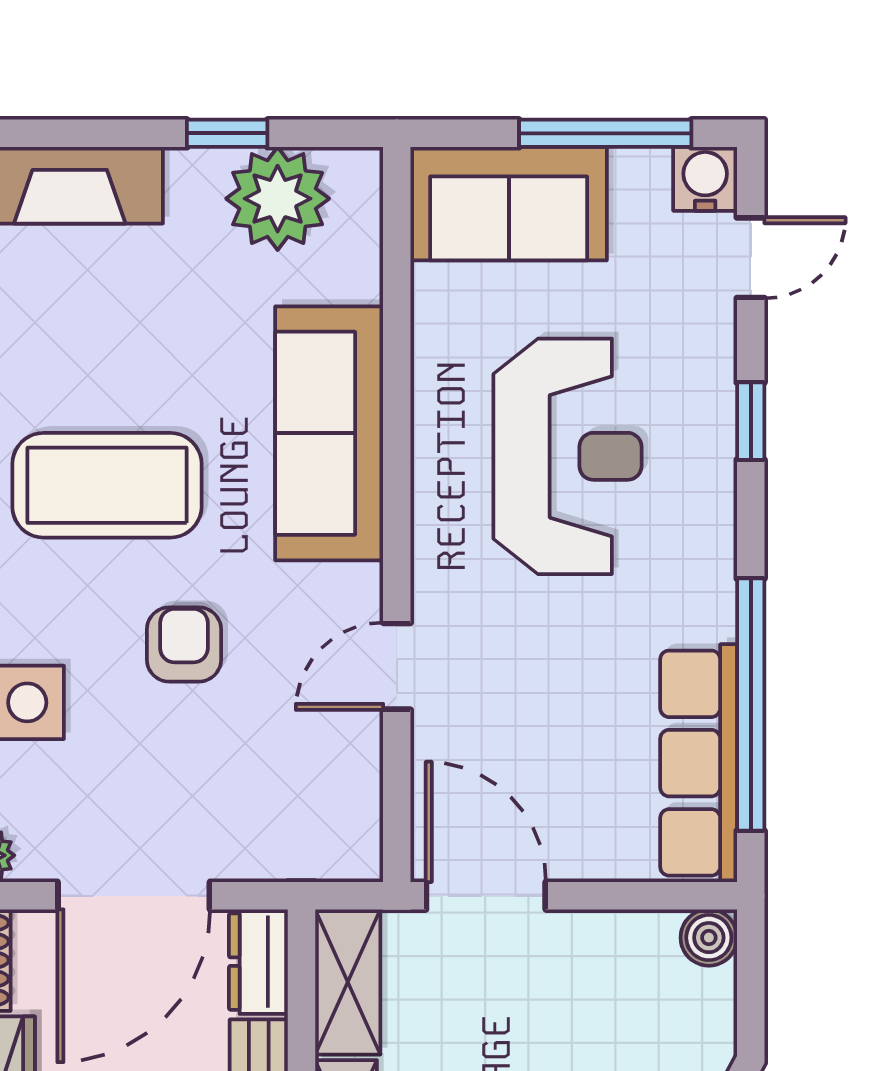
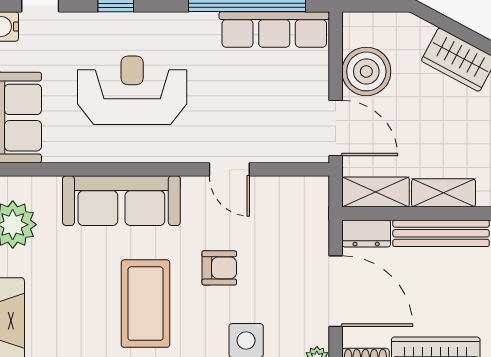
armchair: (184, 645) -> (219, 268), turned 180
door: (486, 896) -> (336, 128), swing flipped
boiler: (709, 938) -> (366, 71), moved, width x1.86, depth x1.86

